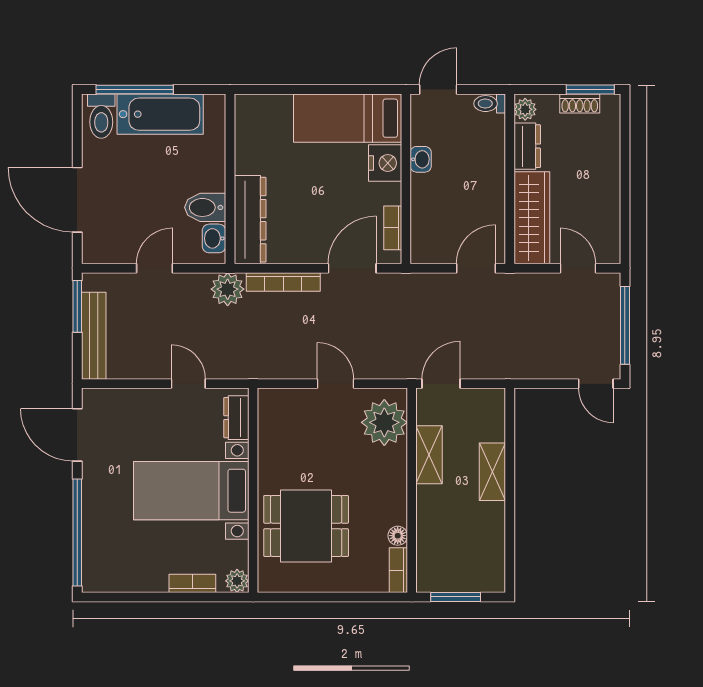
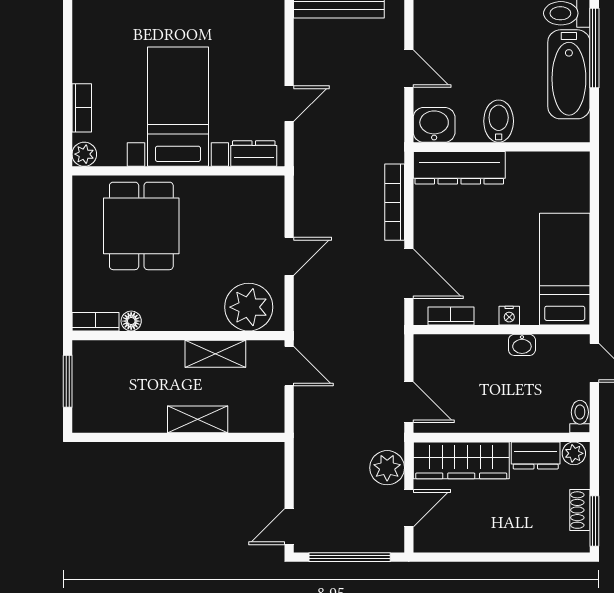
nightstand: (385, 163) -> (509, 316), width x0.53, depth x0.56
bidet: (205, 207) -> (499, 121), moved
washbasin: (214, 238) -> (434, 125), width x1.38, depth x1.45
plant: (228, 289) -> (387, 468), moved

